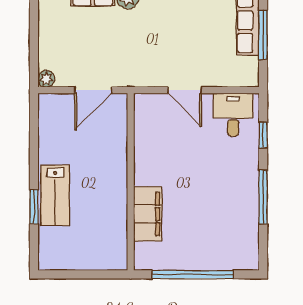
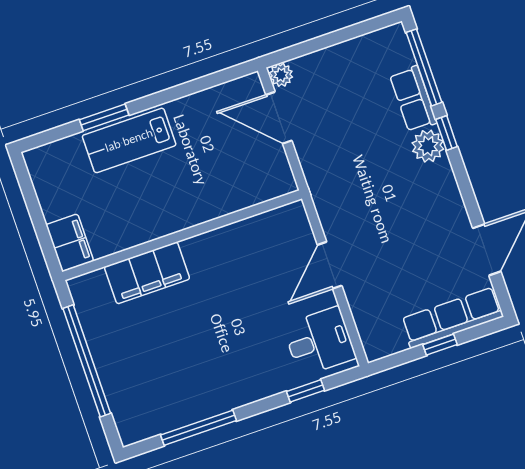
window: (263, 35) -> (440, 345), width x0.46
door: (93, 90) -> (279, 118), moved
window: (263, 197) -> (198, 428), moved
filing cabinet: (110, 259) -> (70, 243), added

